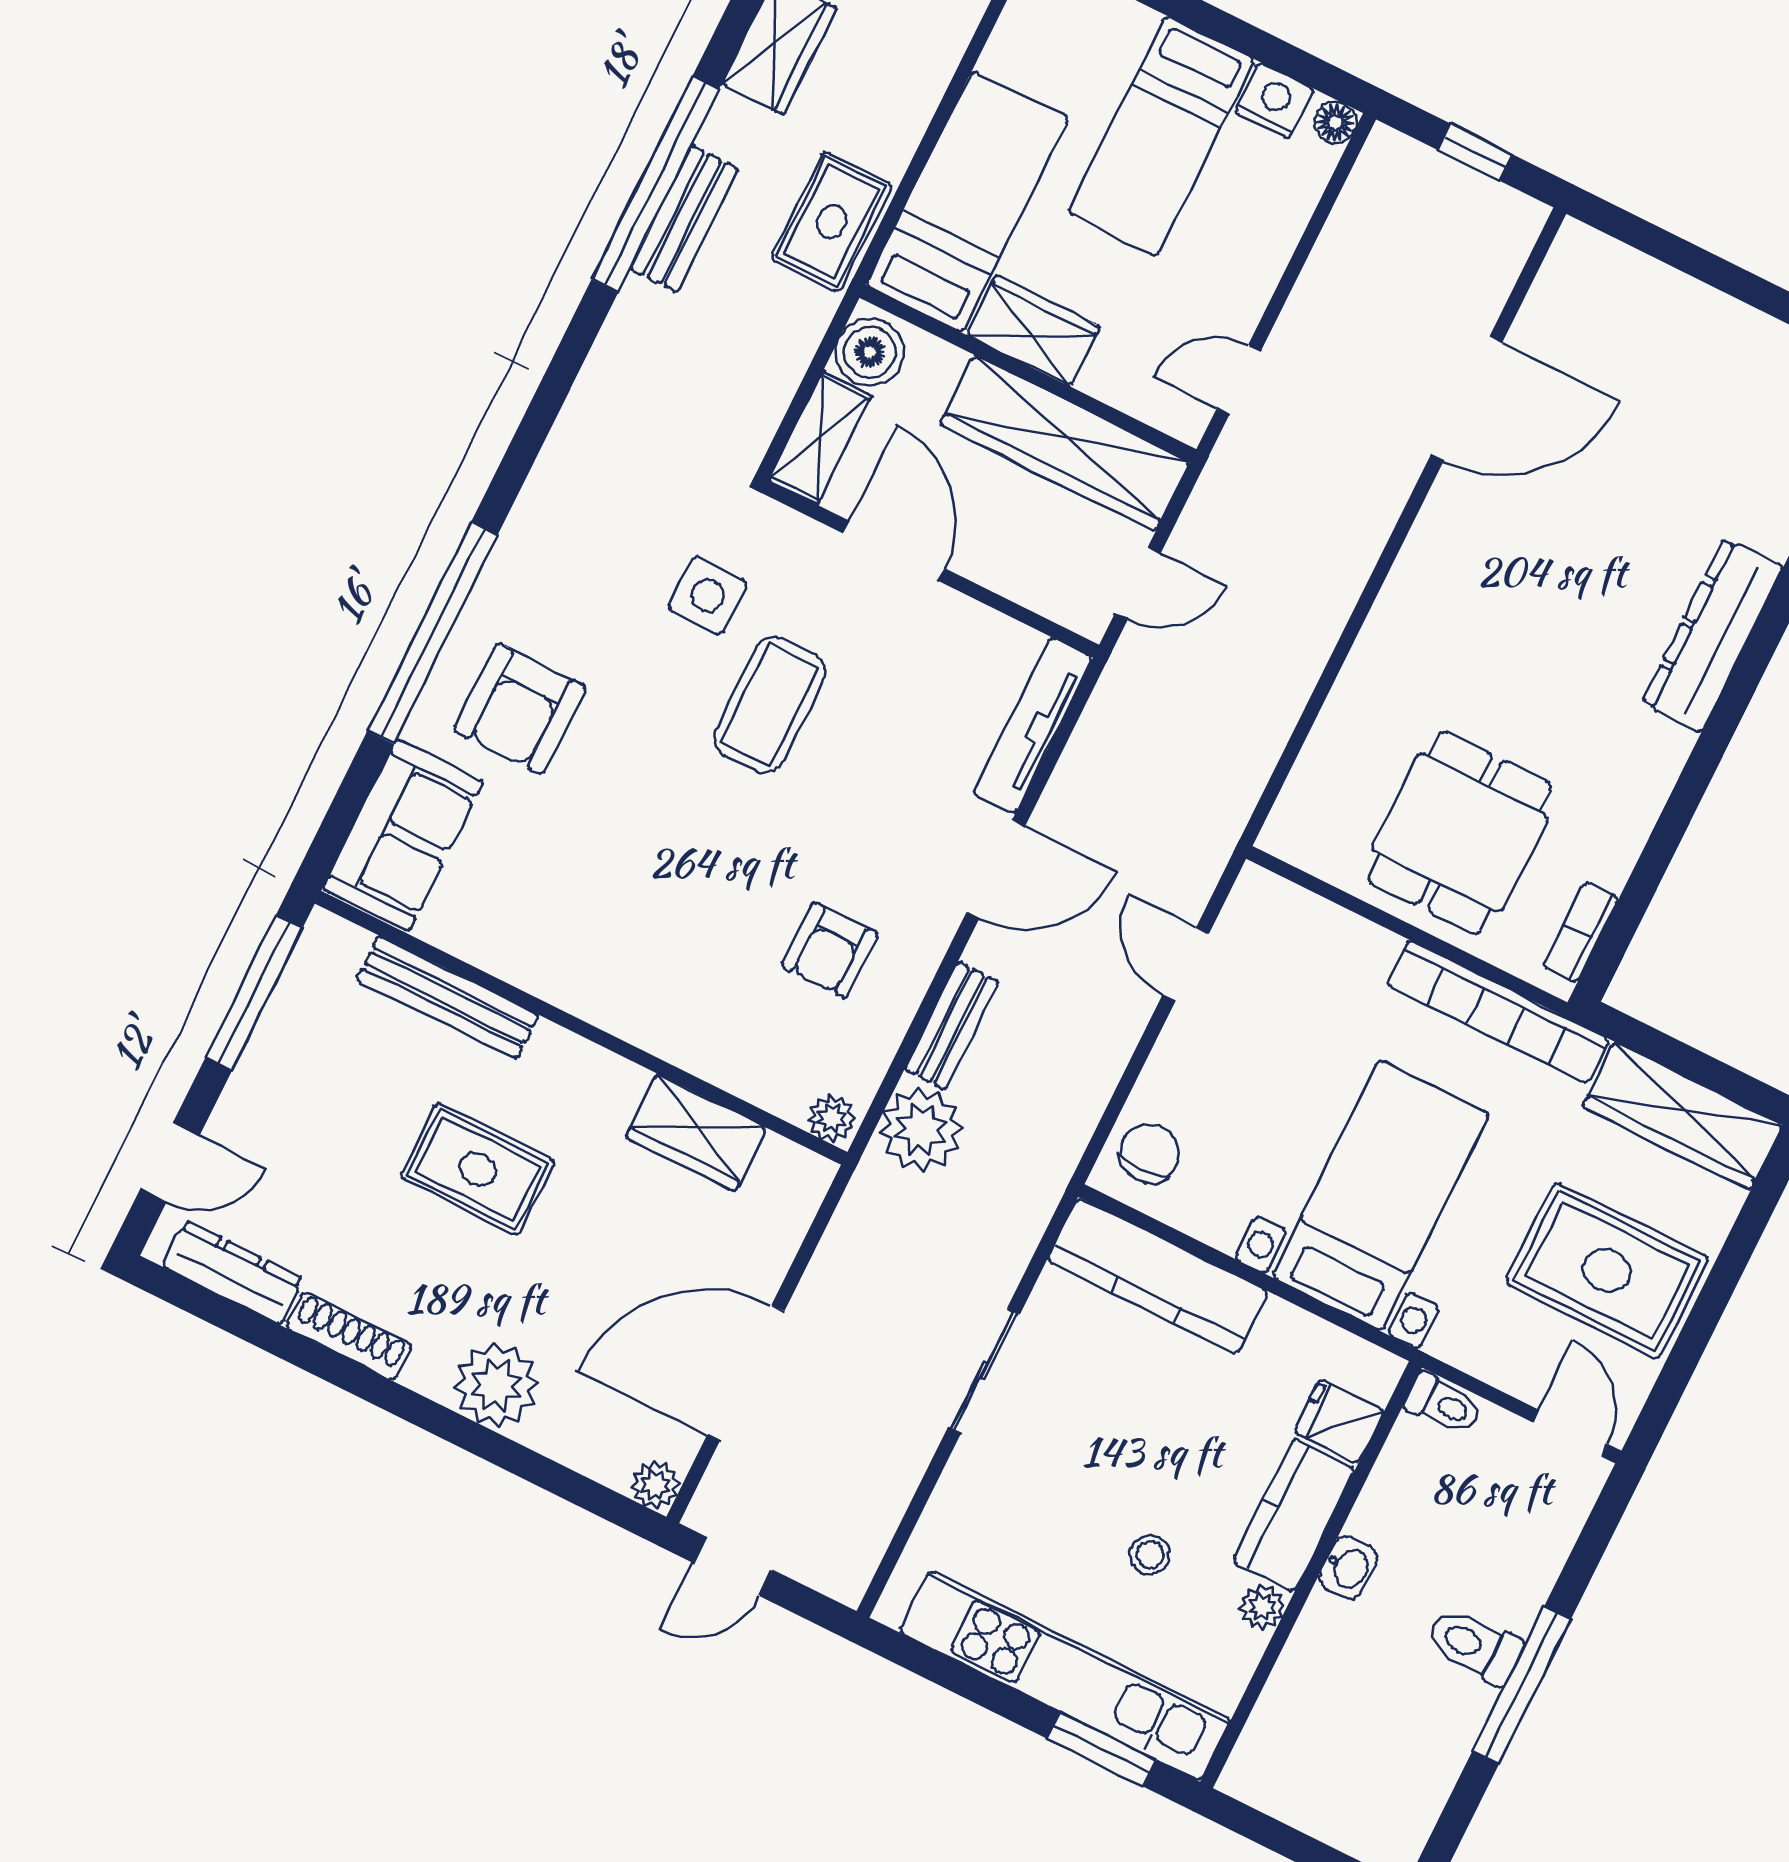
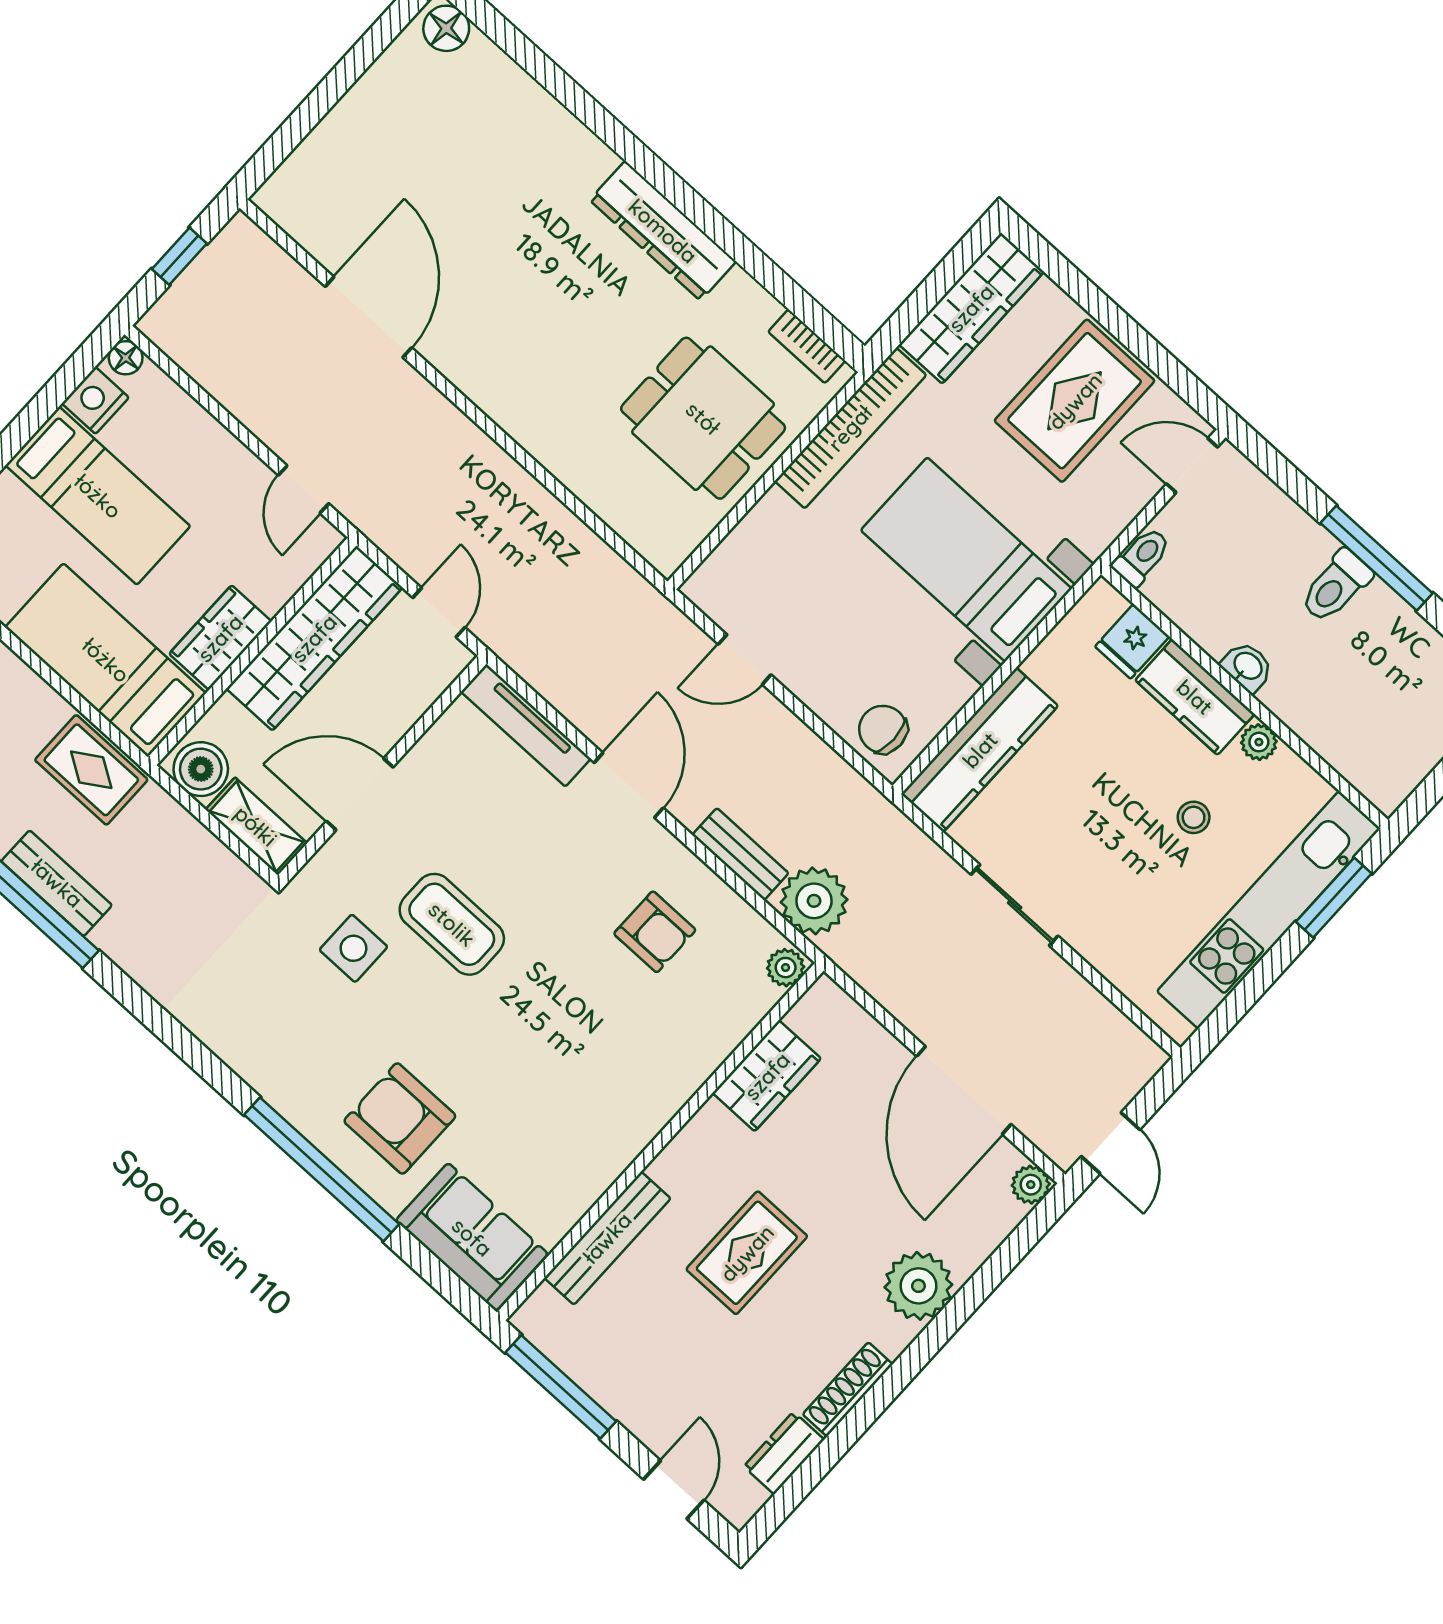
dresser: (1713, 635) -> (663, 231), moved
armchair: (520, 709) -> (400, 1118), turned 180
dresser: (233, 1273) -> (784, 1453), width x0.70

